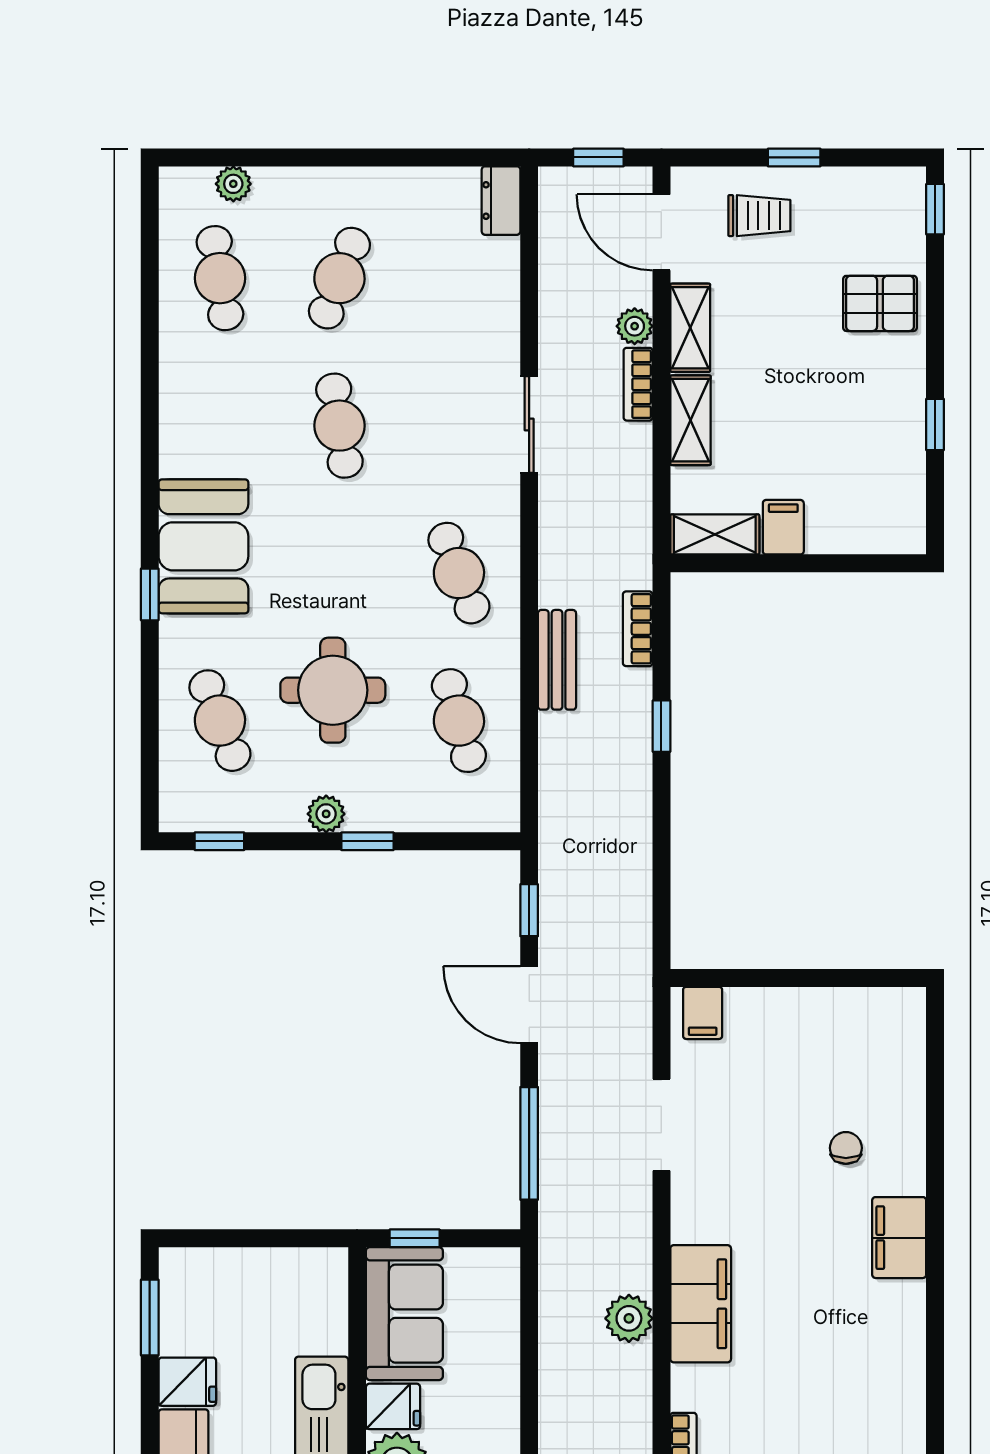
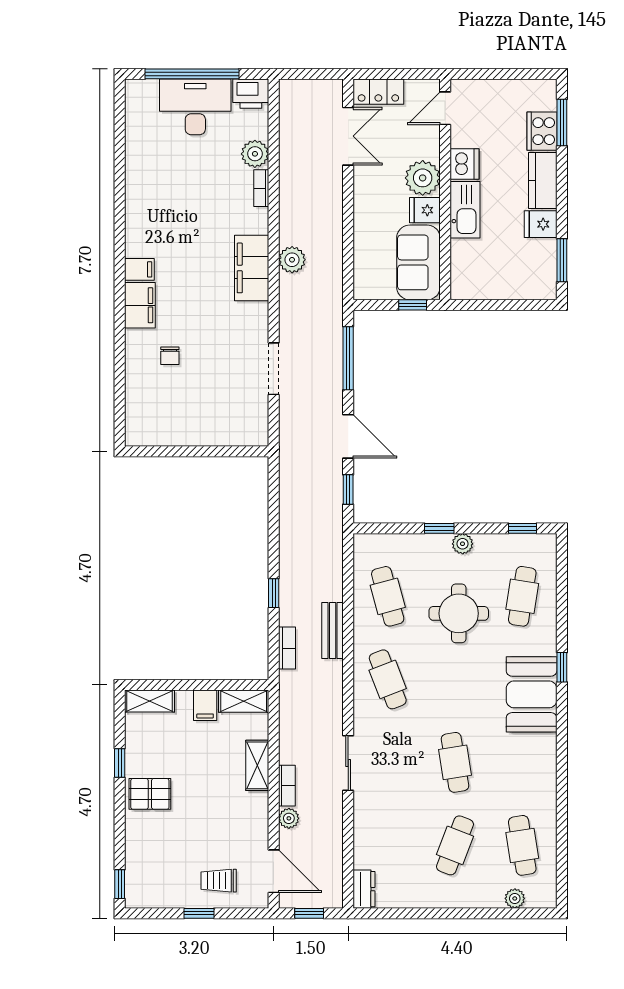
pallet: (880, 303) -> (150, 794), moved
shelving: (690, 328) -> (150, 701), moved, turned 90
cafe table: (220, 721) -> (522, 596), turned 30
filing cabinet: (703, 1013) -> (139, 269), moved, turned 90

